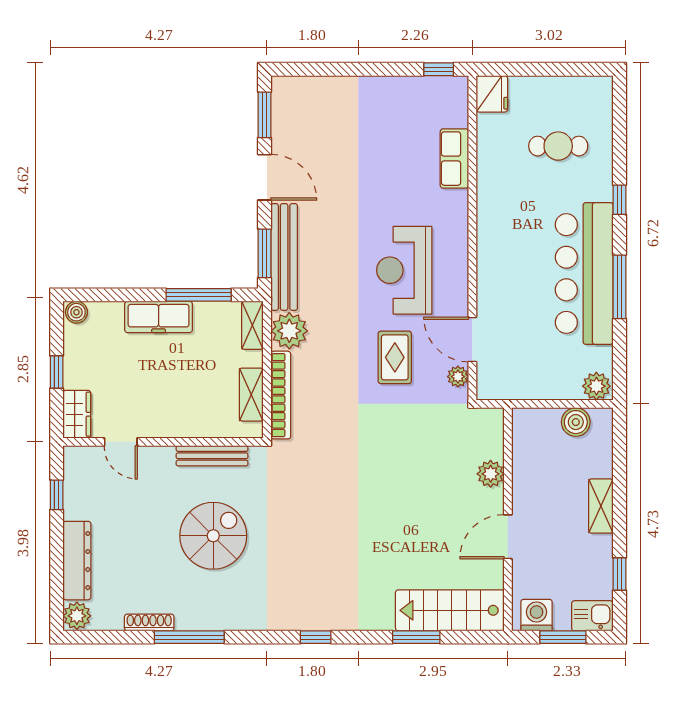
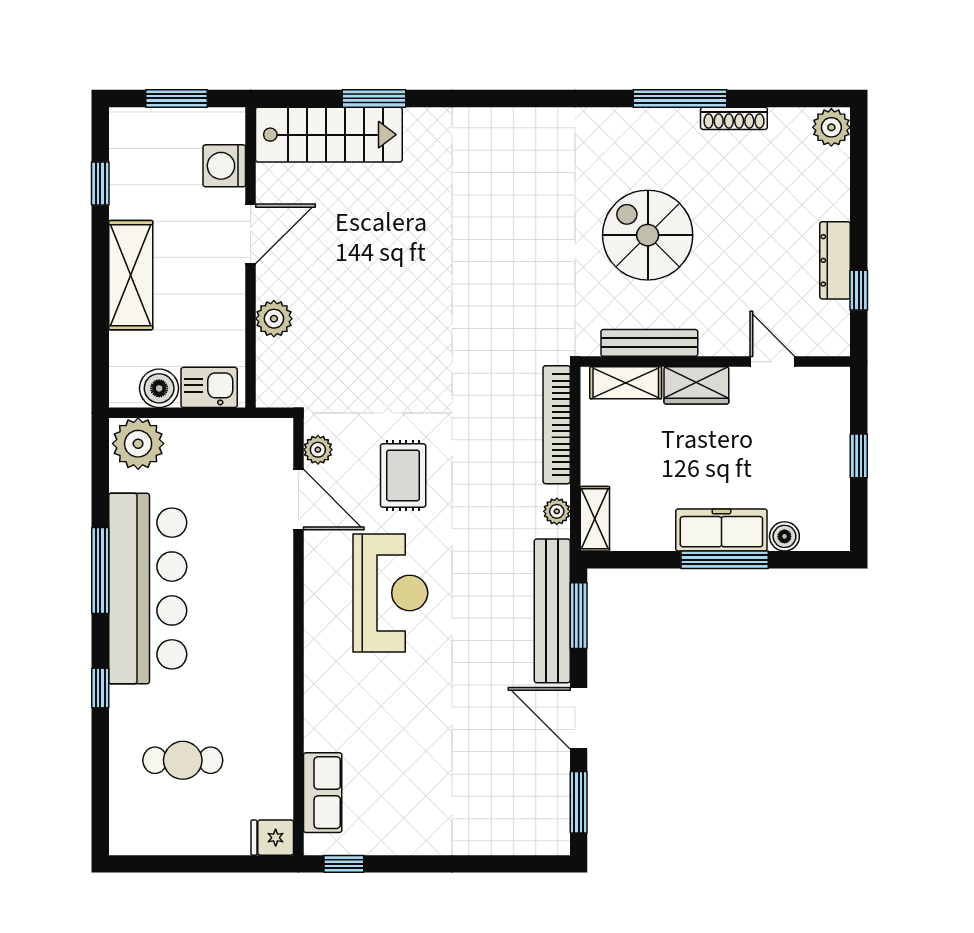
fridge: (492, 94) -> (272, 838), width x0.72
row of seats: (454, 159) -> (323, 793), moved
window: (199, 295) -> (725, 560), moved
boiler: (76, 312) -> (784, 536), moved
plant: (289, 331) -> (557, 511), width x0.53, depth x0.53
plant: (596, 386) -> (138, 444), width x1.36, depth x1.36
shelving: (251, 395) -> (626, 383), moved, turned 90
wardrobe: (77, 414) -> (696, 385), moved, turned -90
shelving: (601, 506) -> (131, 275), width x1.50, depth x1.33
spiral stairs: (213, 536) -> (648, 235), turned 90
dresser: (77, 561) -> (835, 260), moved, width x0.73, depth x0.80
washing machine: (537, 615) -> (224, 166), moved, turned 90
kitchen sink: (592, 616) -> (209, 387), moved, turned 180
window: (316, 637) -> (510, 98), removed

